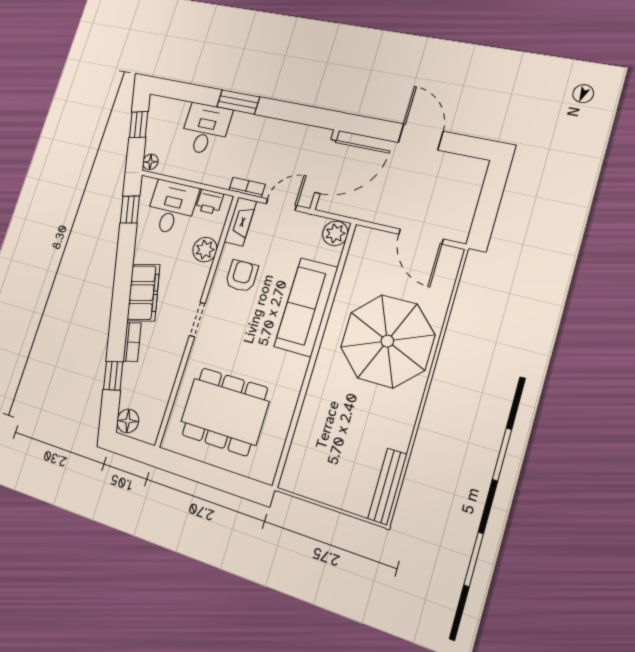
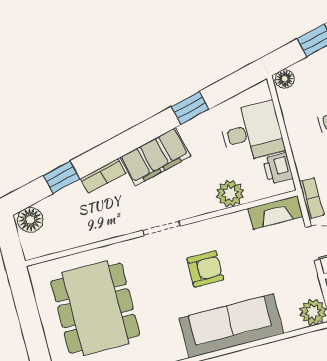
window: (130, 210) -> (190, 108), moved
armchair: (242, 276) -> (205, 269), moved

